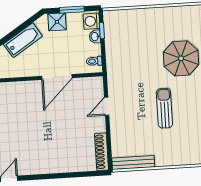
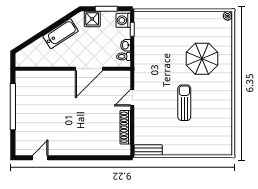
washbasin: (95, 37) -> (126, 45), moved
shoe rack: (102, 152) -> (125, 127), moved
bench: (133, 163) -> (148, 150), width x0.73

